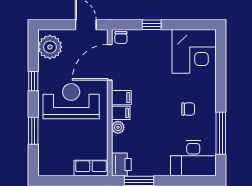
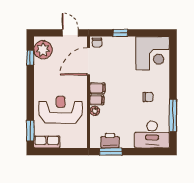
window: (33, 81) -> (30, 58), moved
reception desk: (71, 101) -> (61, 110), moved
window: (33, 131) -> (30, 131), moved
printer: (121, 165) -> (110, 141), moved, turned -90
row of seats: (91, 168) -> (47, 142), moved

